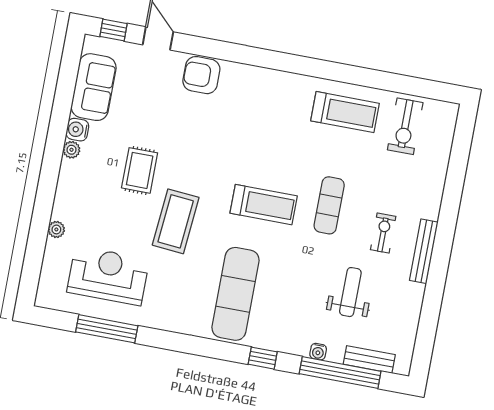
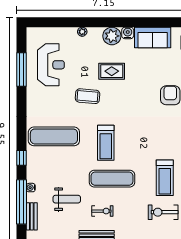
plant: (72, 150) -> (112, 36), width x1.88, depth x1.88
exercise mat: (329, 205) -> (112, 179), width x1.36, depth x1.45
coffee table: (176, 221) -> (88, 96), width x0.73, depth x0.76
plant: (56, 229) -> (82, 32), moved

